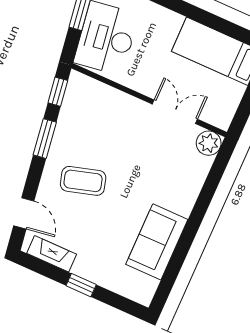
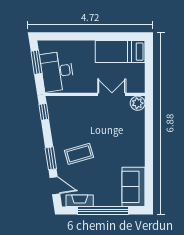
window: (45, 139) -> (51, 158), moved
sofa: (157, 242) -> (133, 187), moved
window: (81, 285) -> (103, 210), width x3.17

